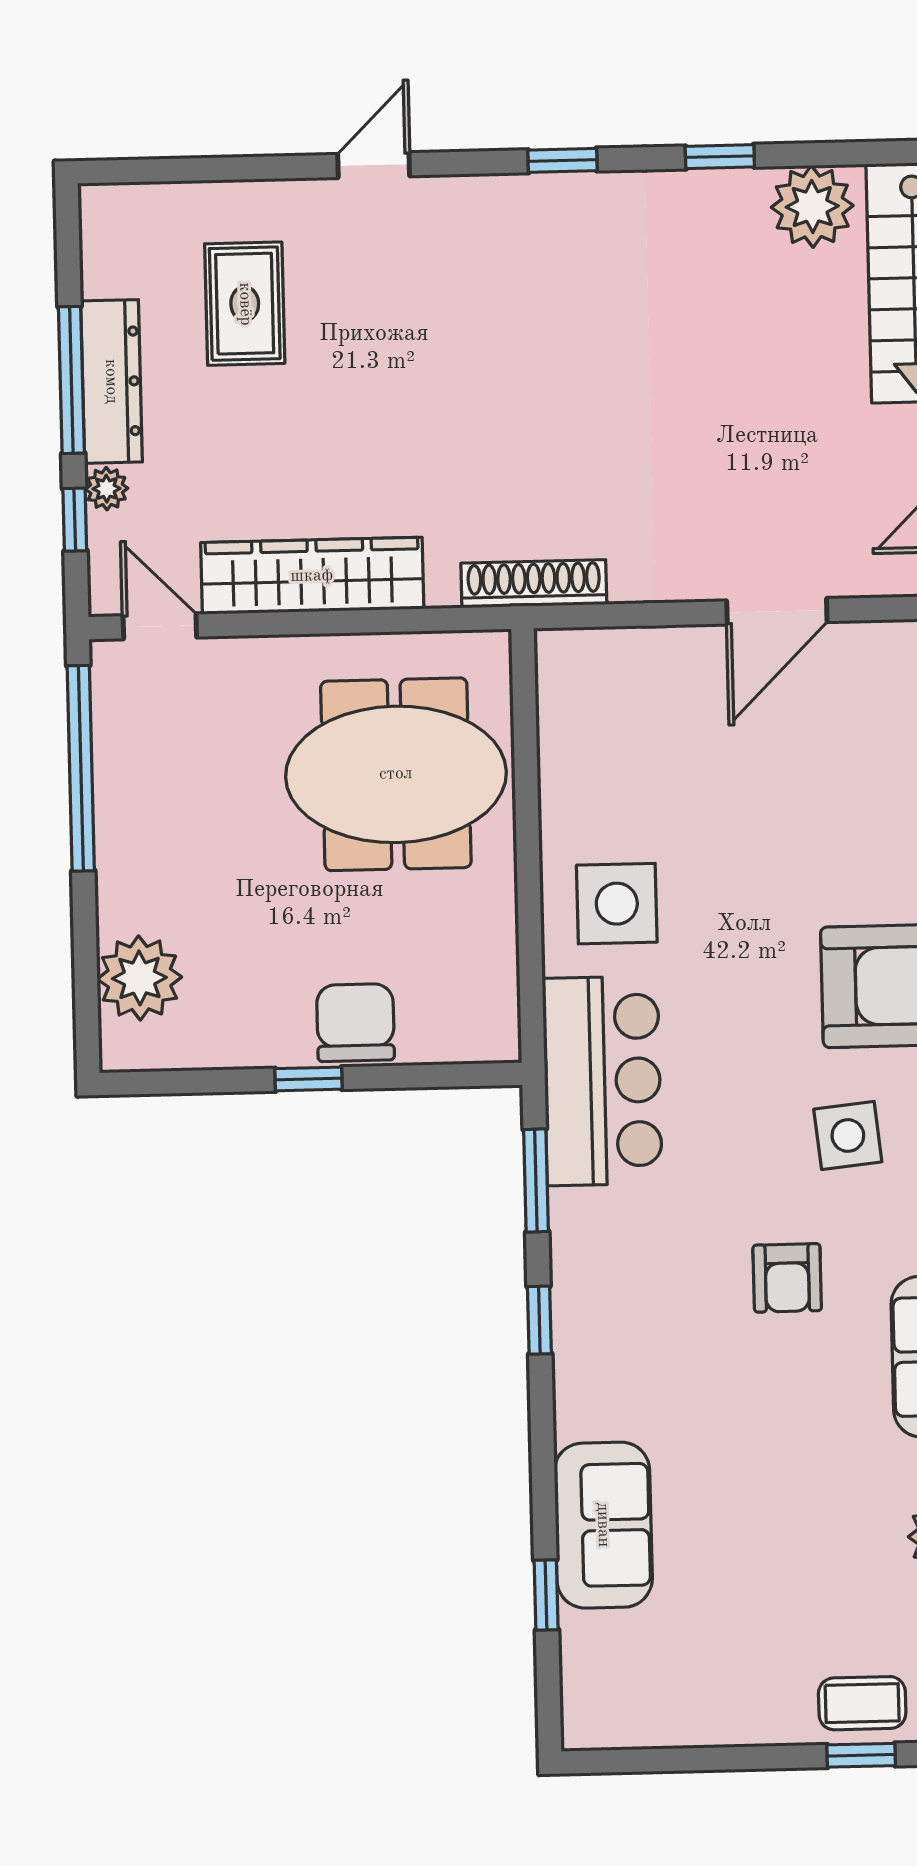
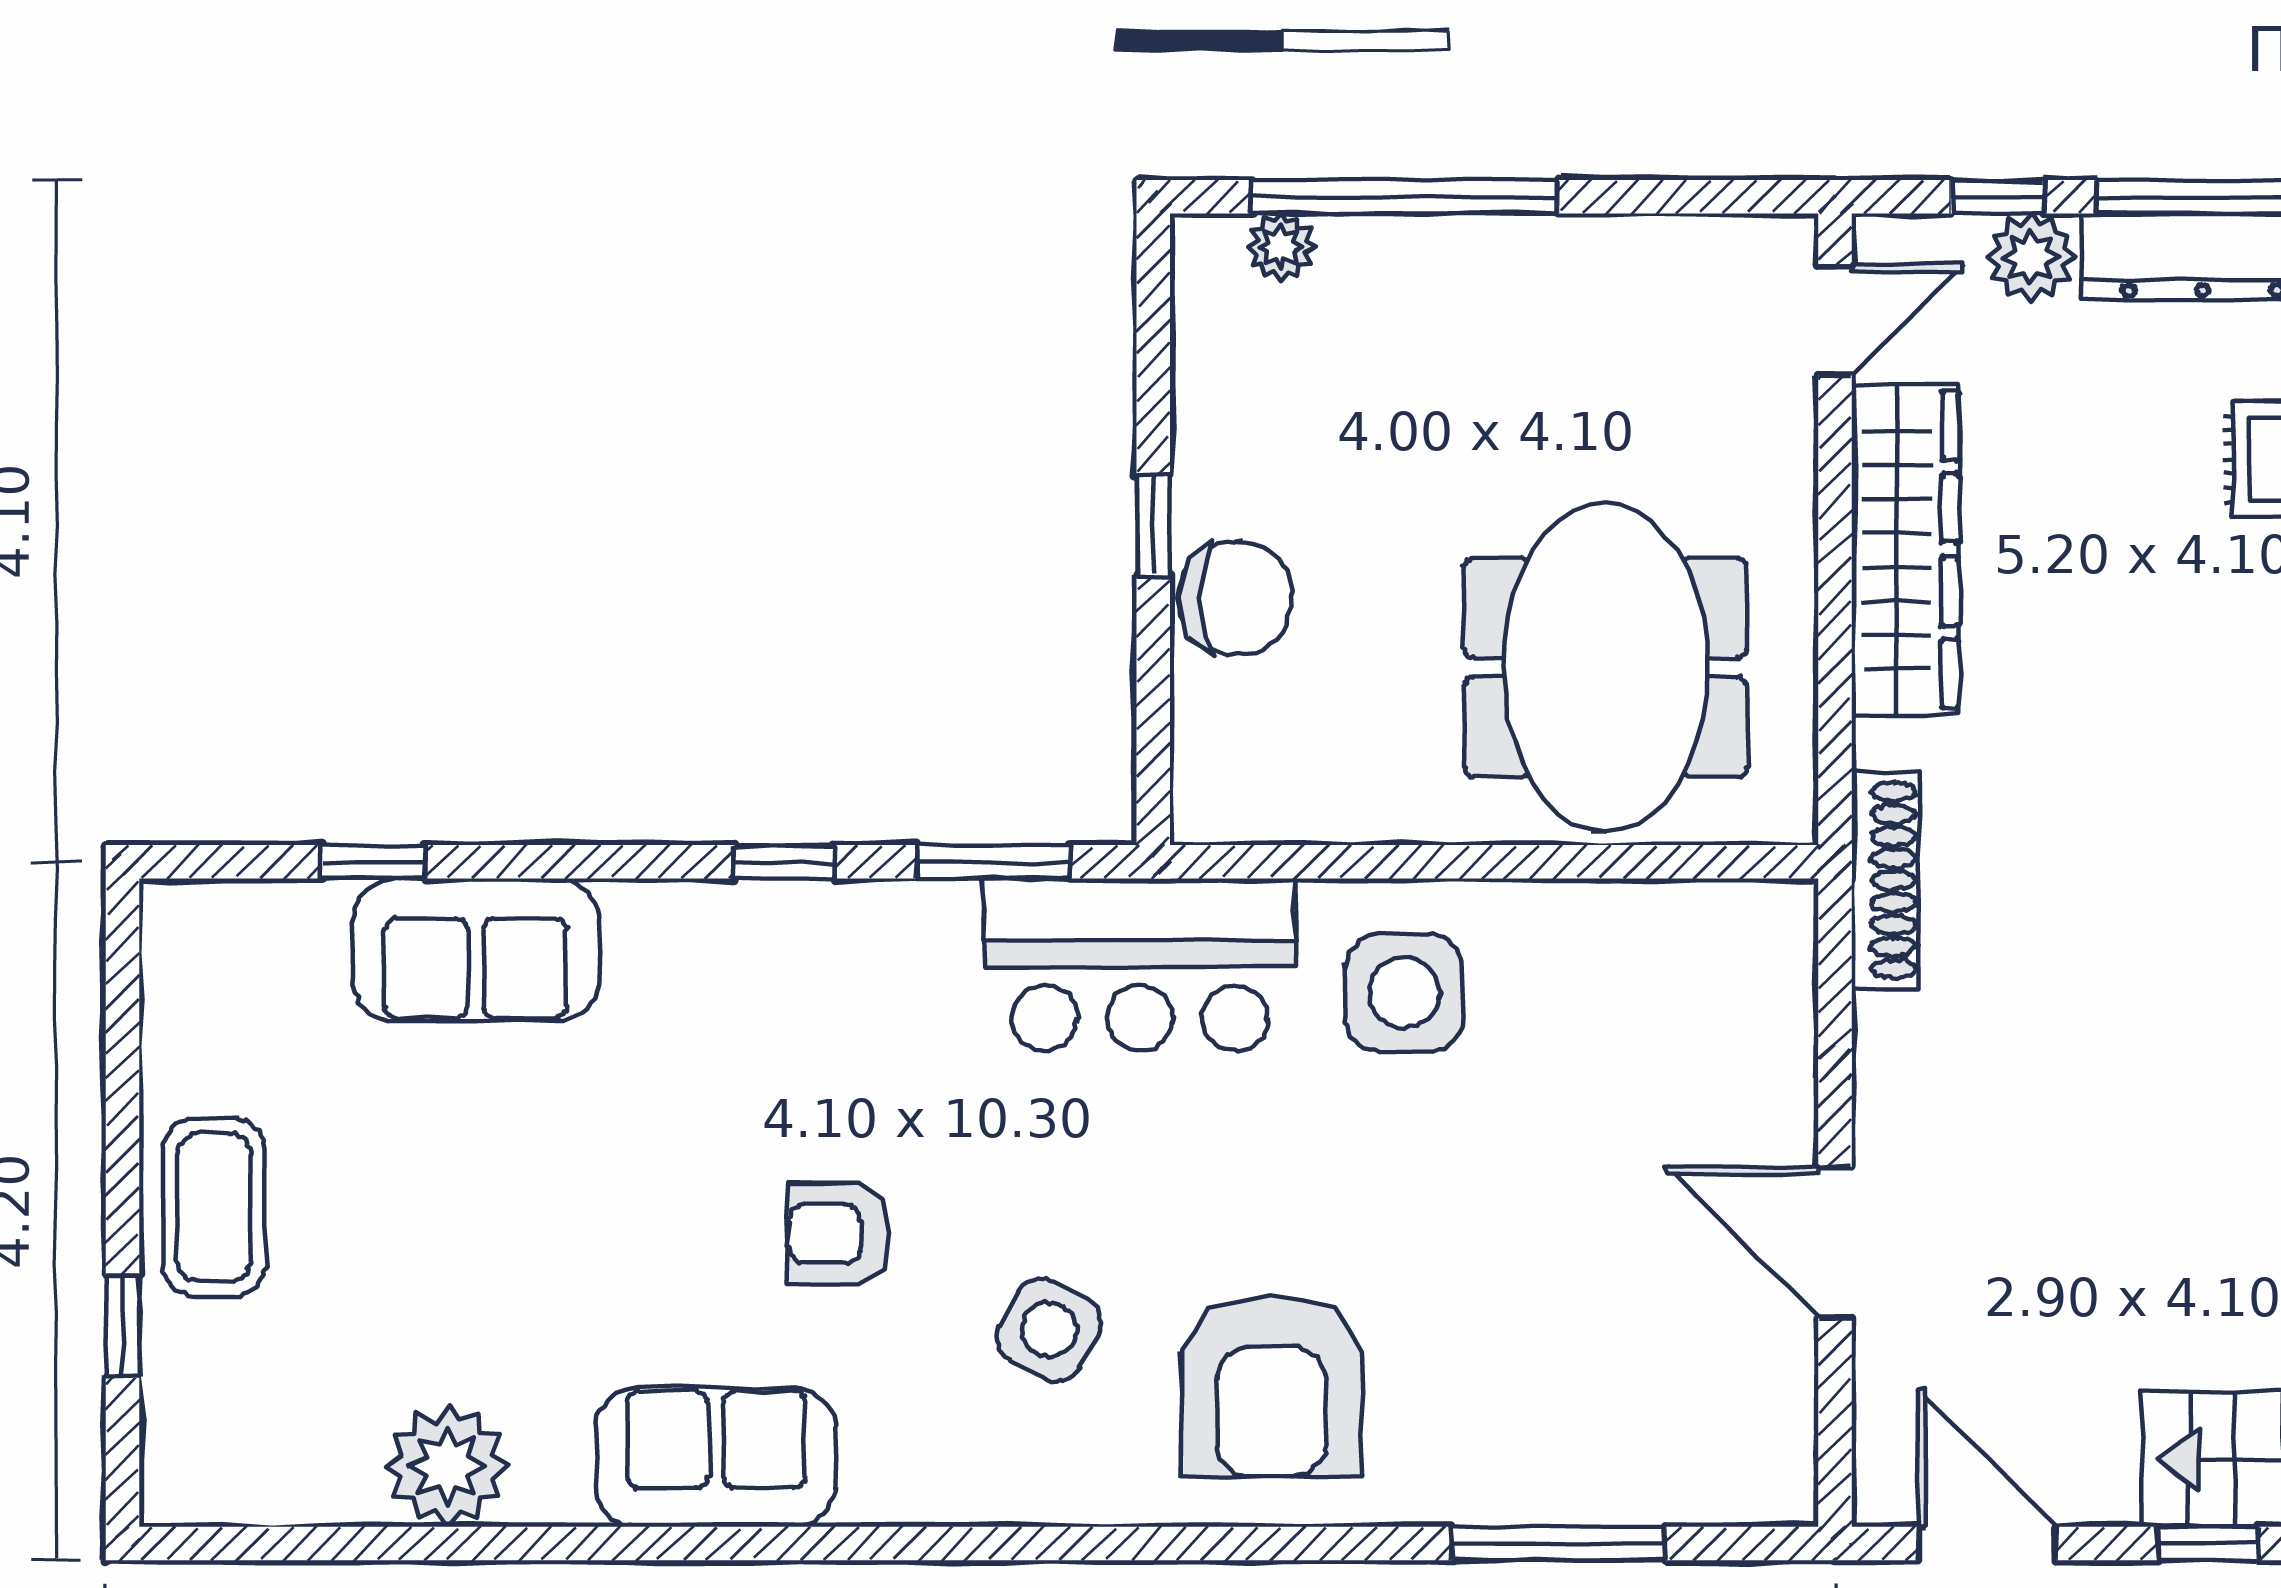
plant: (107, 489) -> (2031, 257), width x1.38, depth x1.38
window: (81, 768) -> (1405, 197), moved
plant: (139, 978) -> (1281, 247), width x0.53, depth x0.53
side table: (848, 1135) -> (1049, 1330), turned 34
coffee table: (862, 1703) -> (214, 1207), moved, width x1.36, depth x1.30

